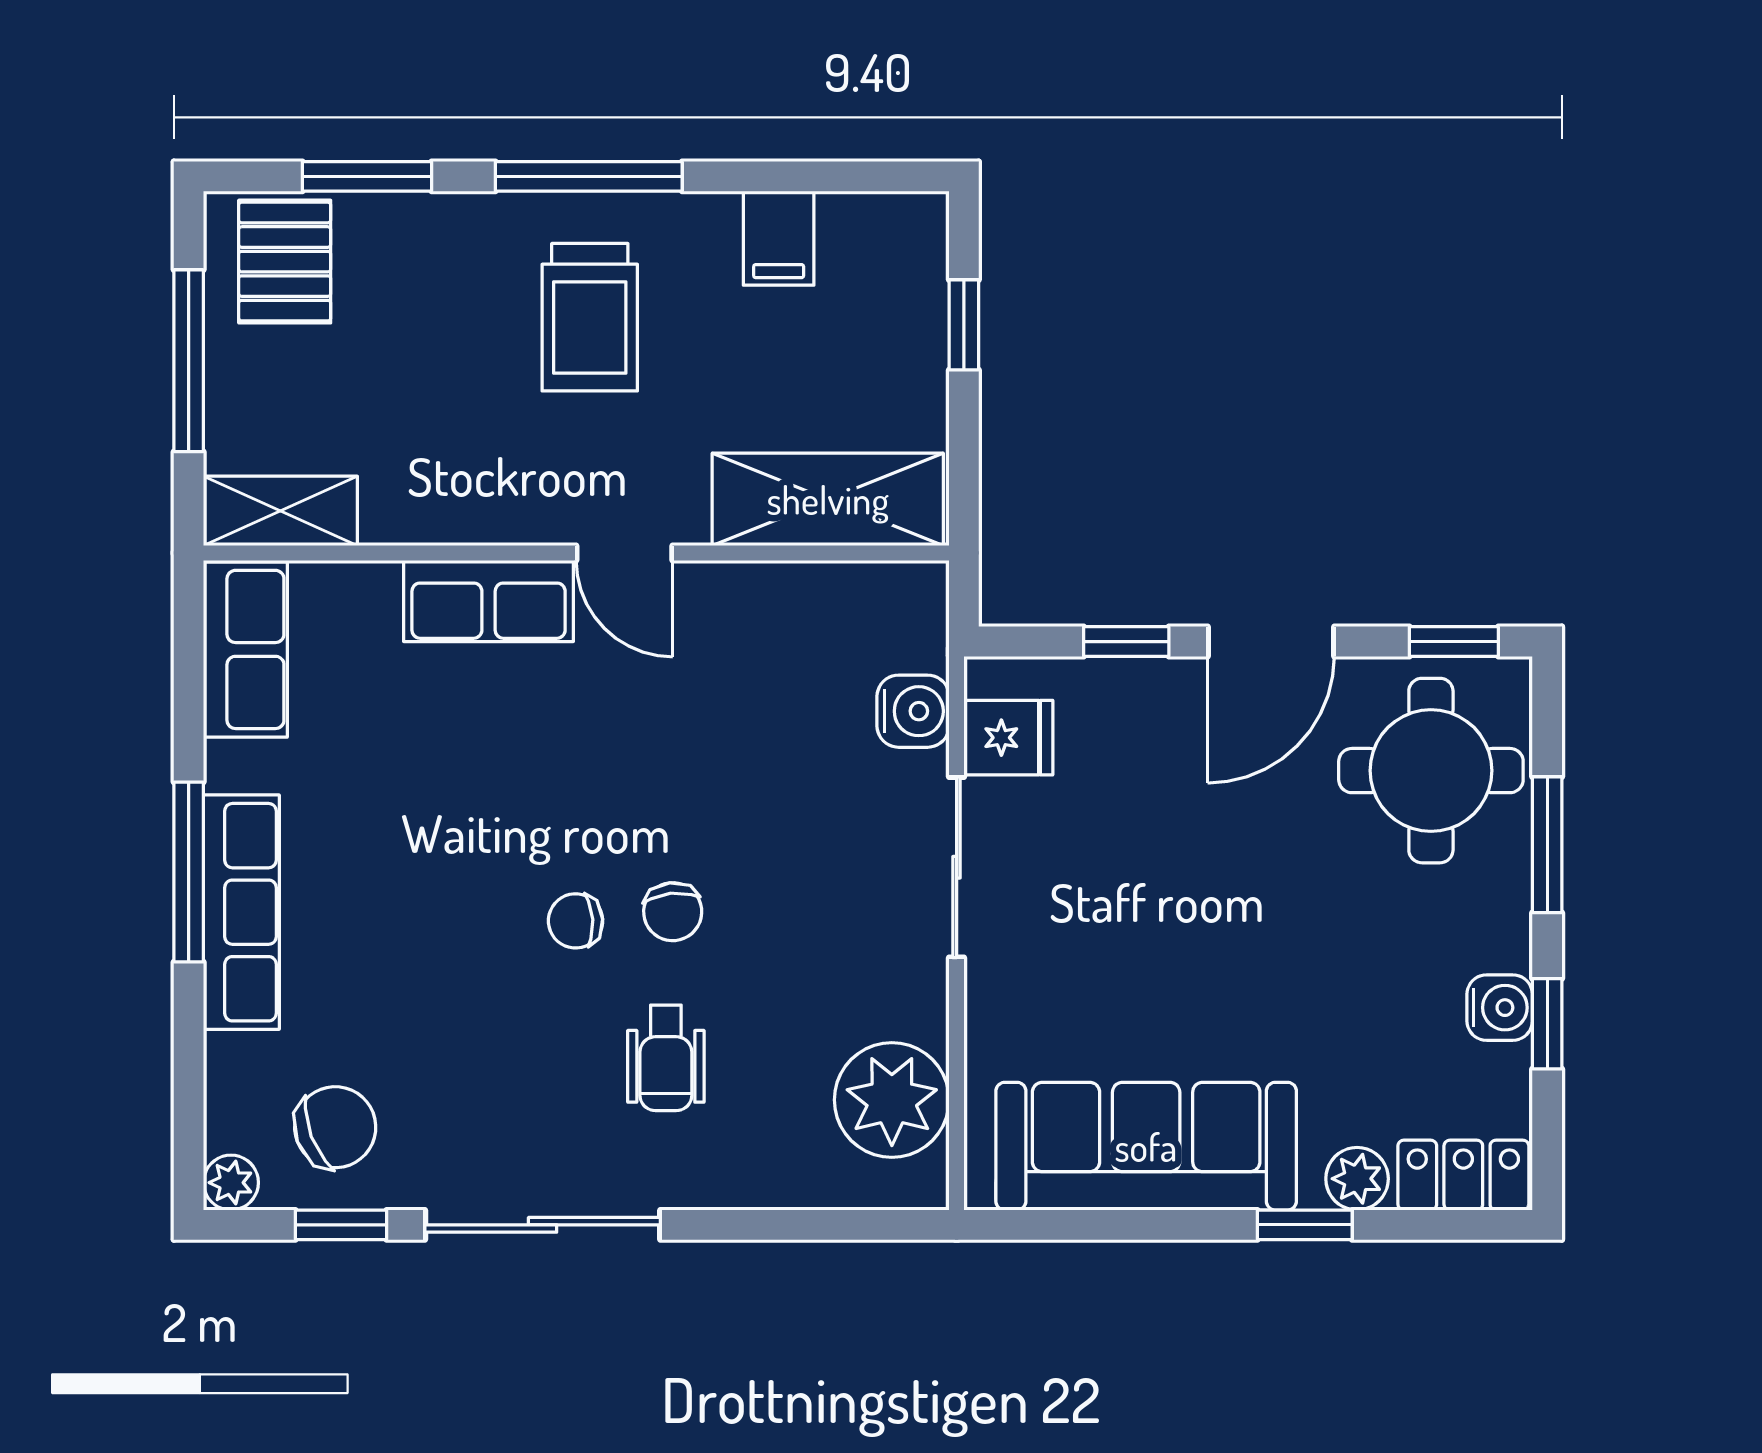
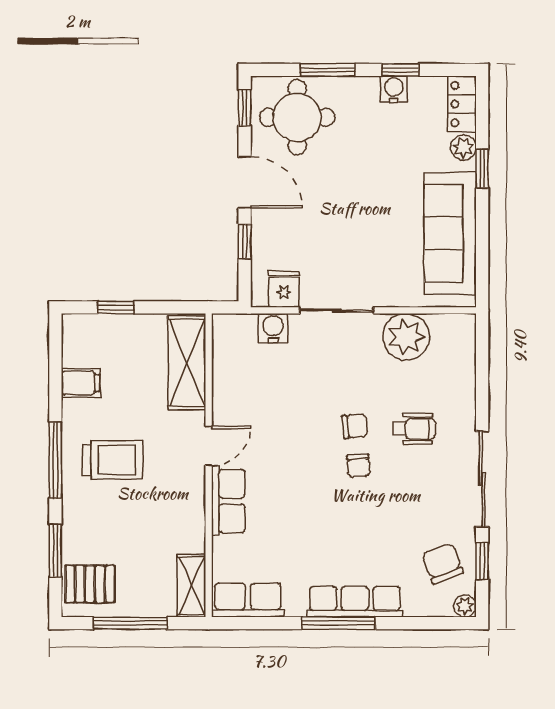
plant: (892, 1100) -> (406, 337), moved

